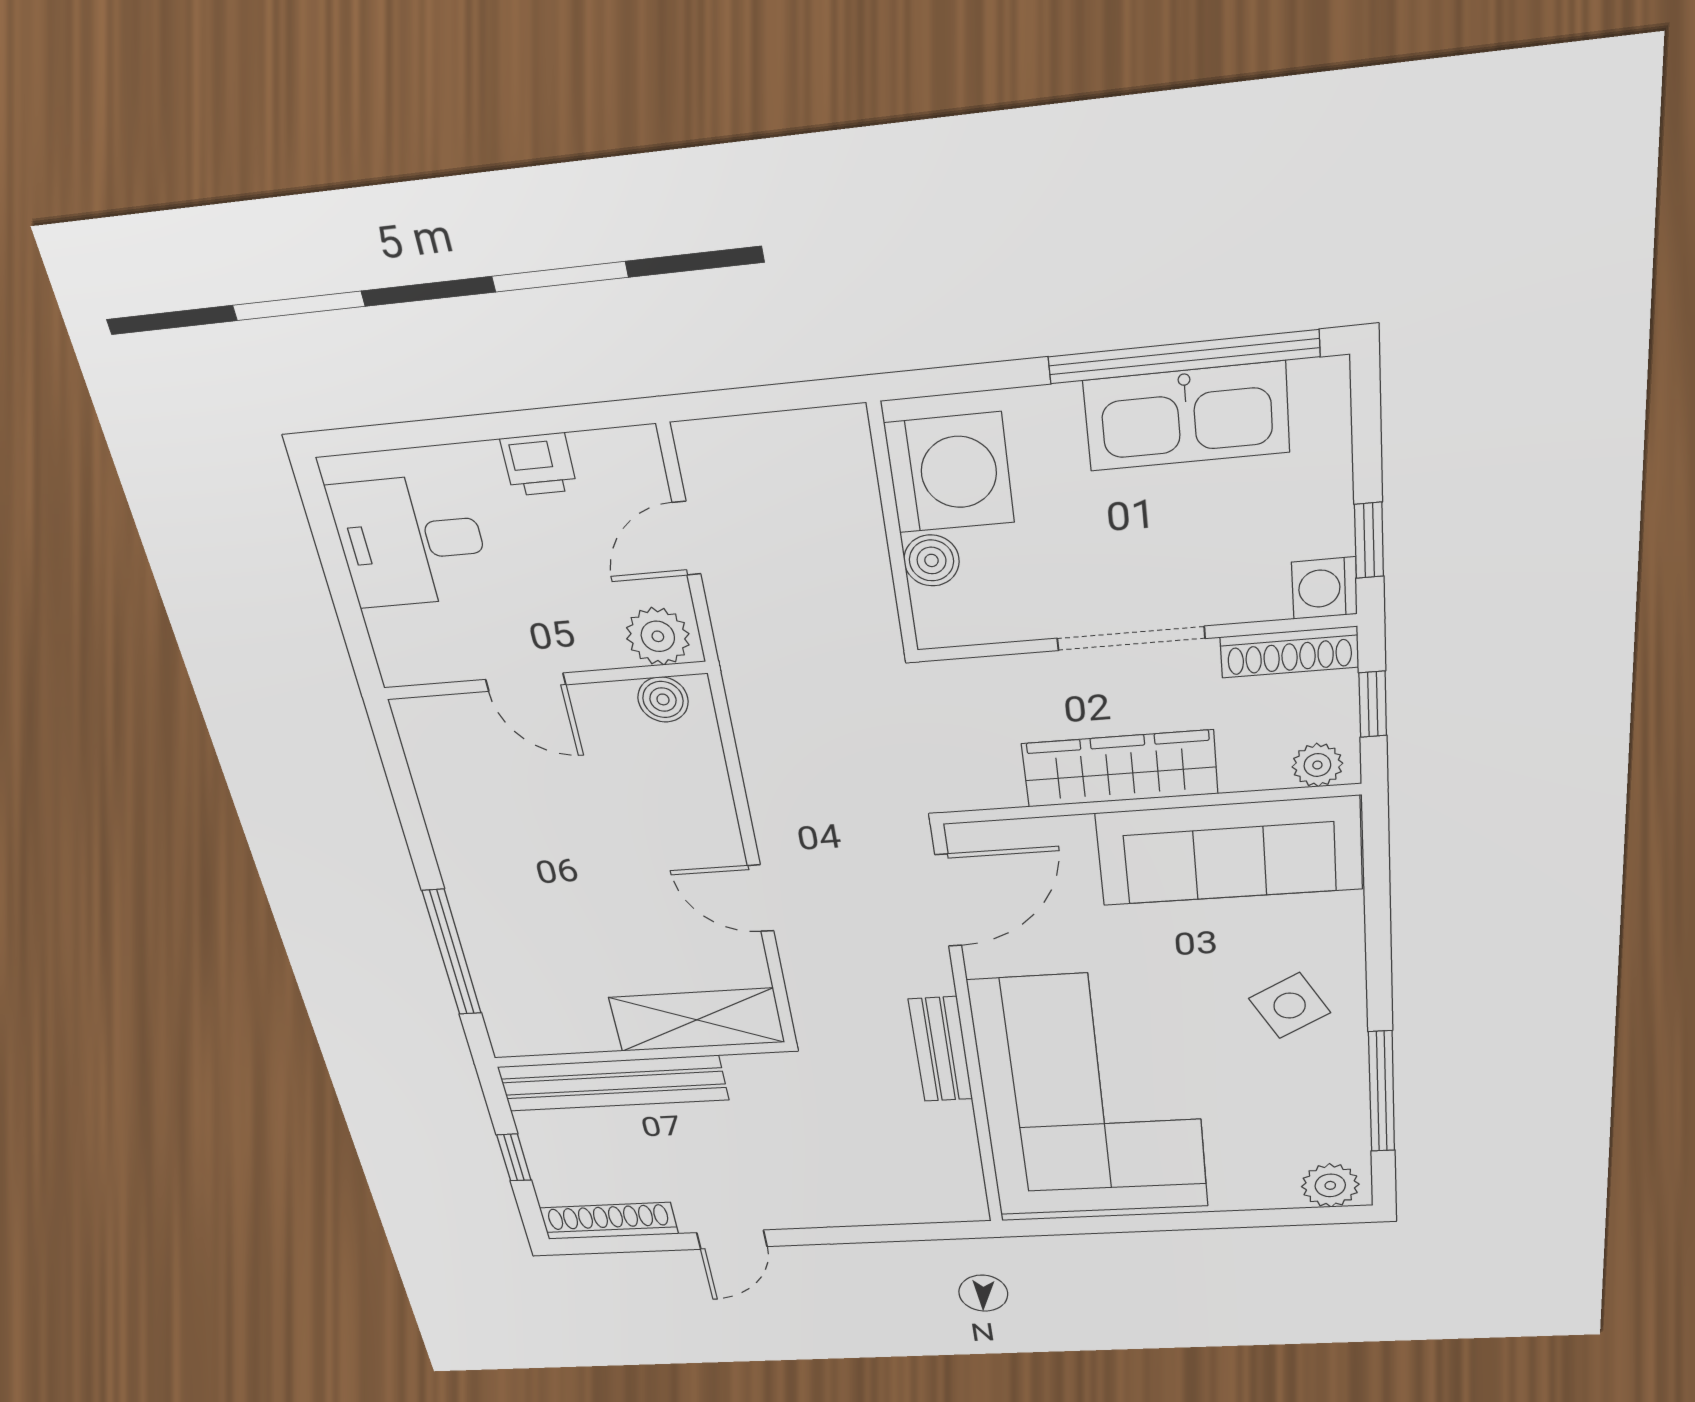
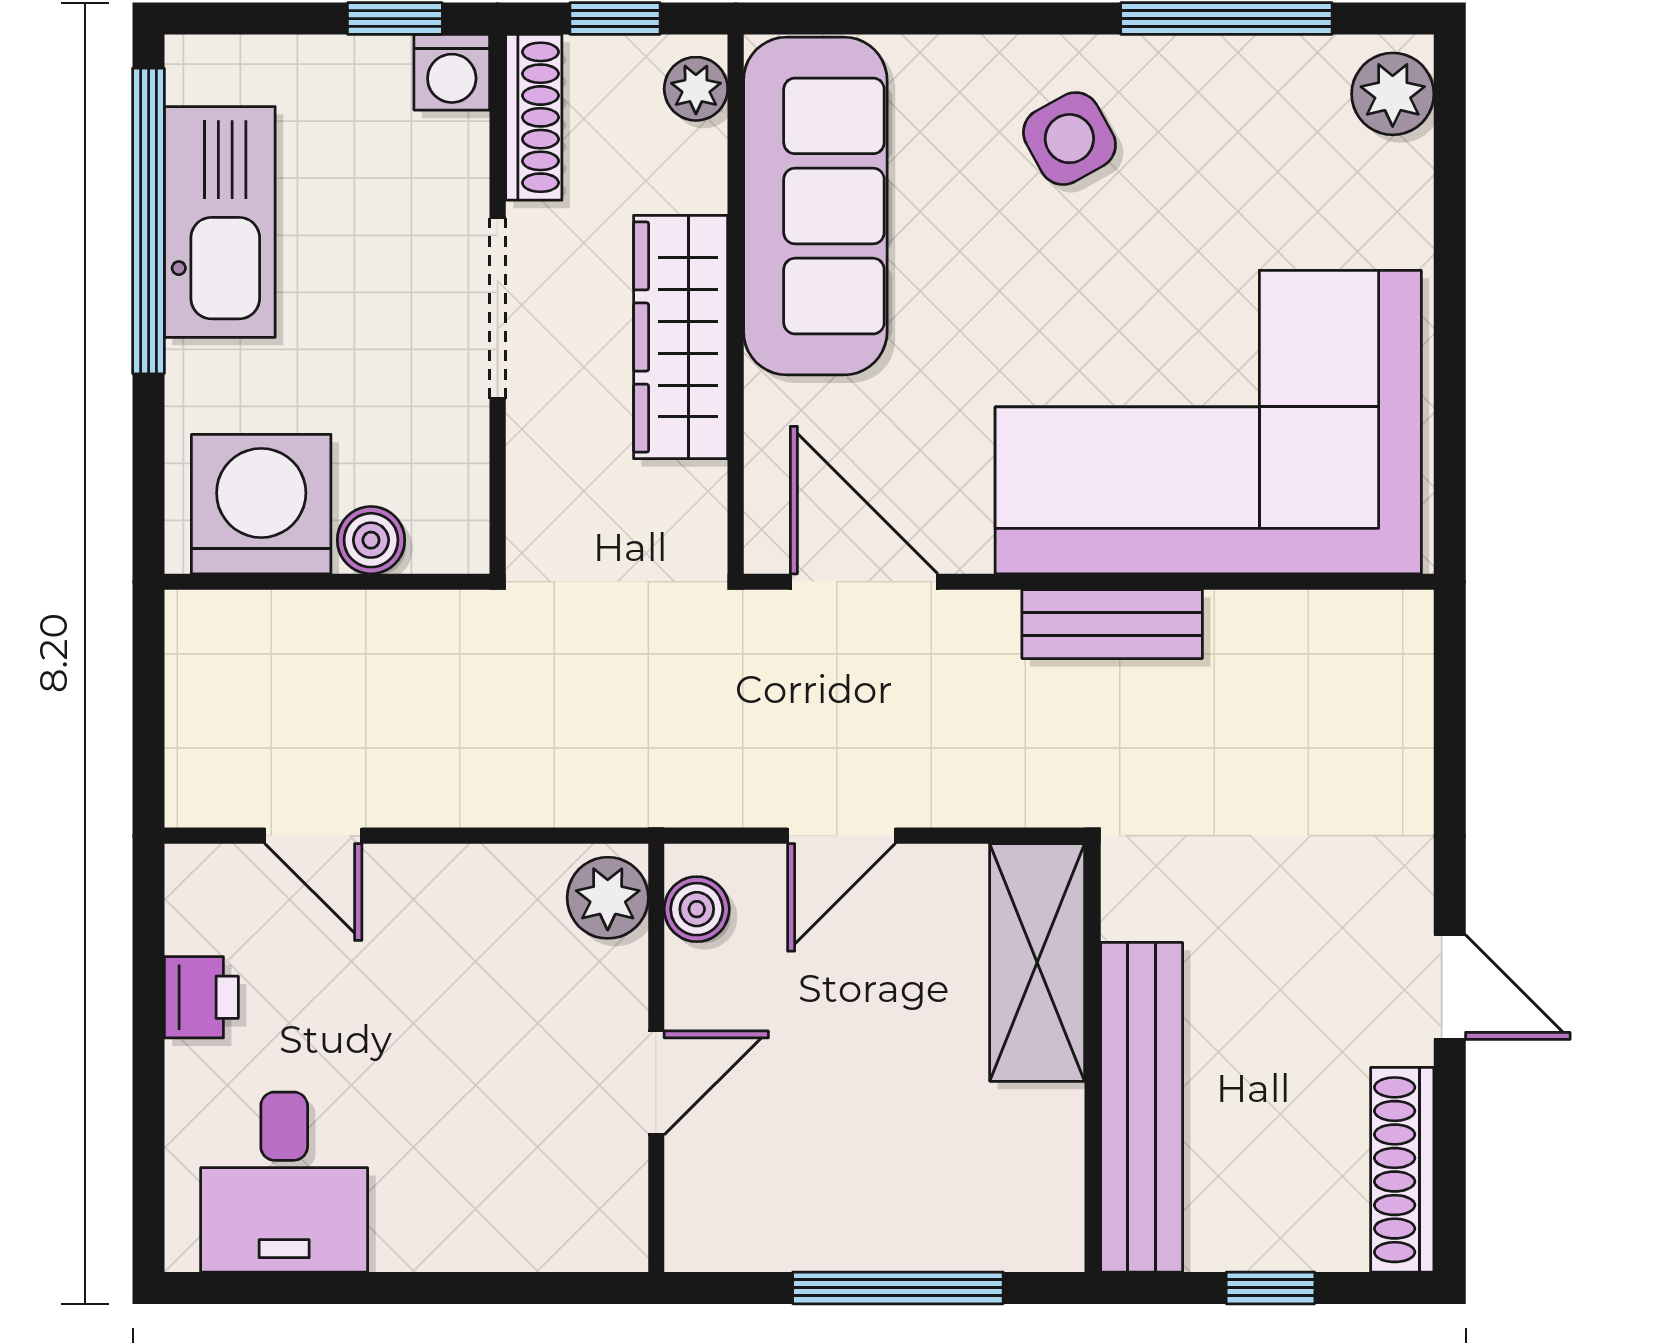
plant: (658, 636) -> (608, 898), moved
wall: (544, 681) -> (656, 1058), moved
door: (526, 682) -> (656, 1083), moved
boiler: (663, 699) -> (697, 909), moved

